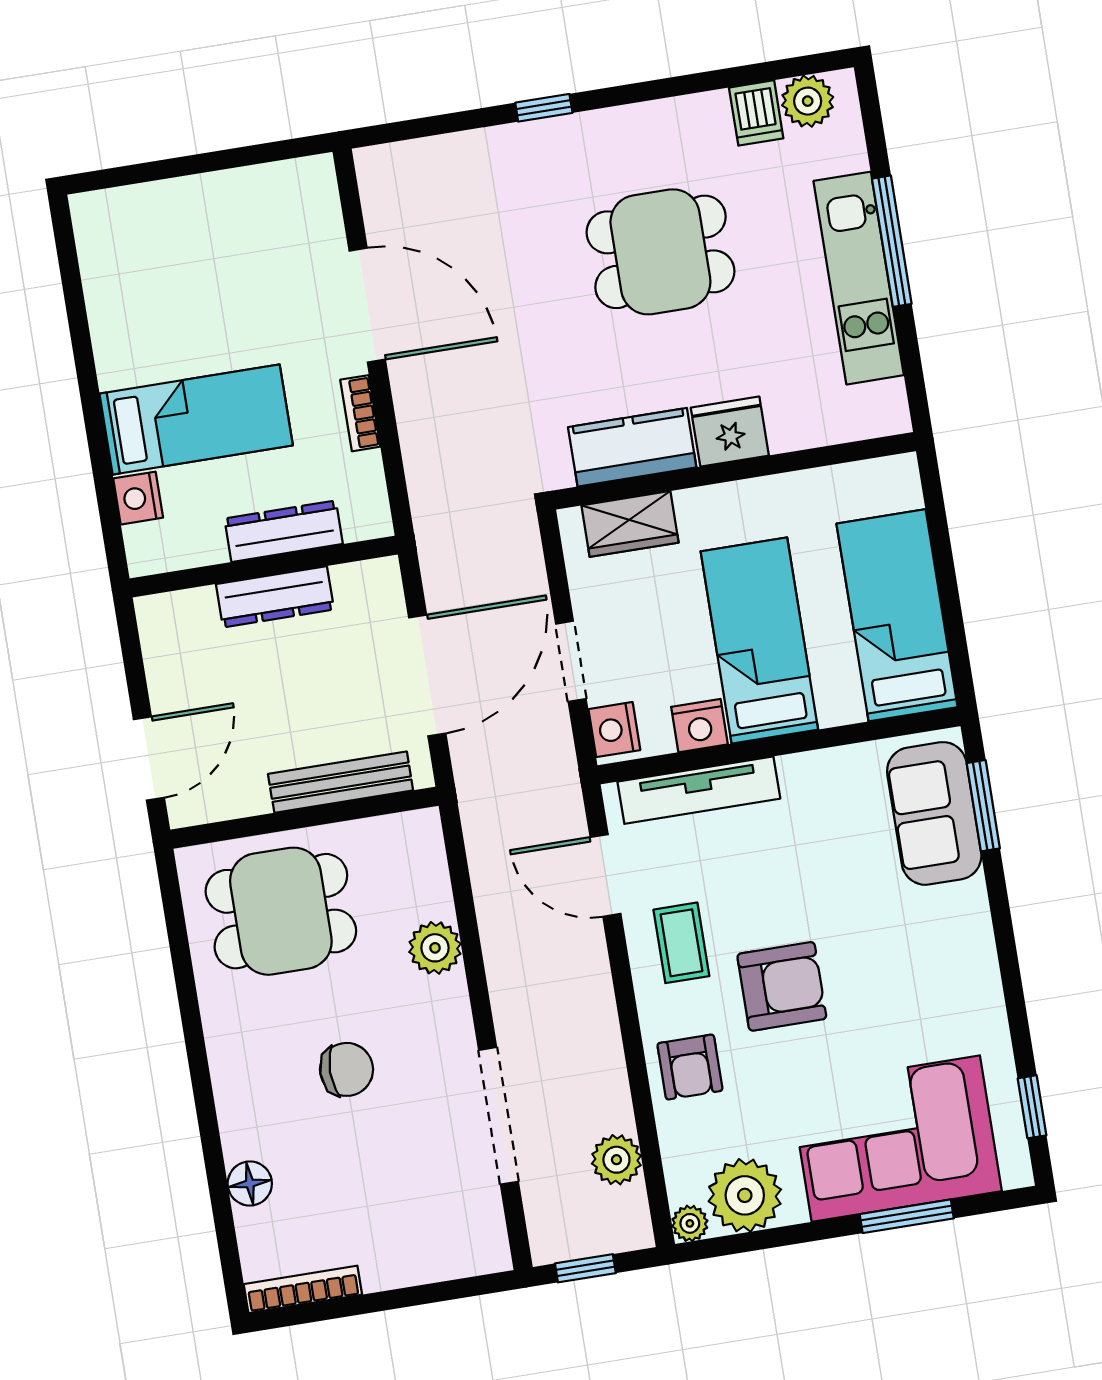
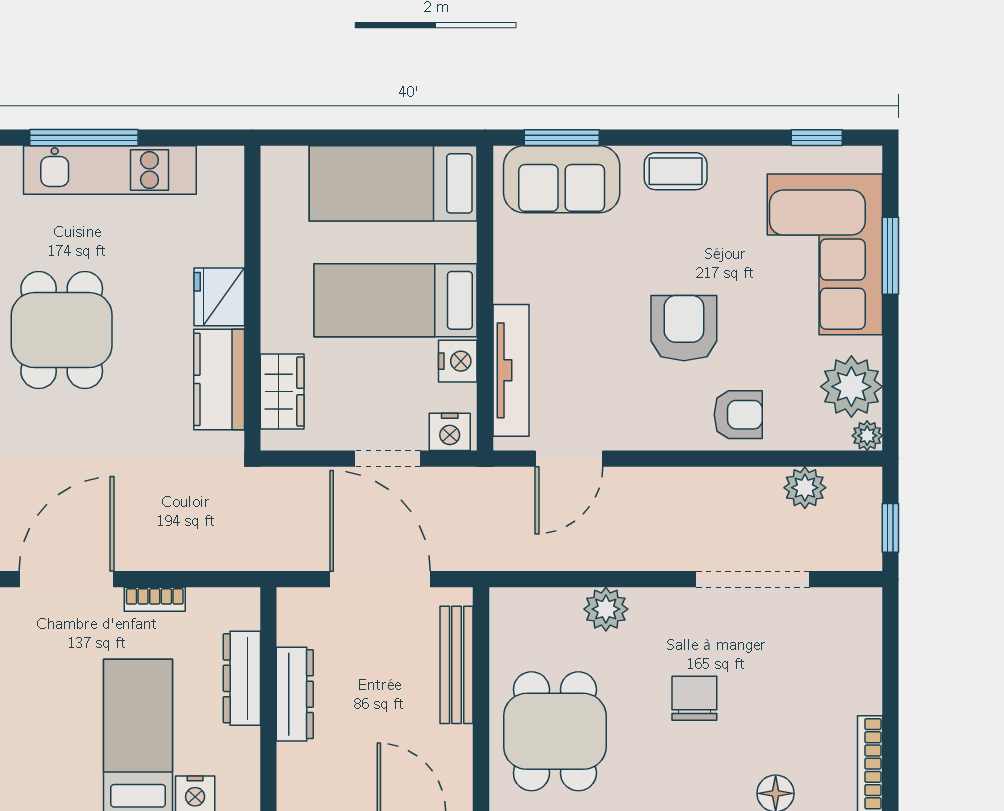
coffee table: (681, 943) -> (676, 171), moved

